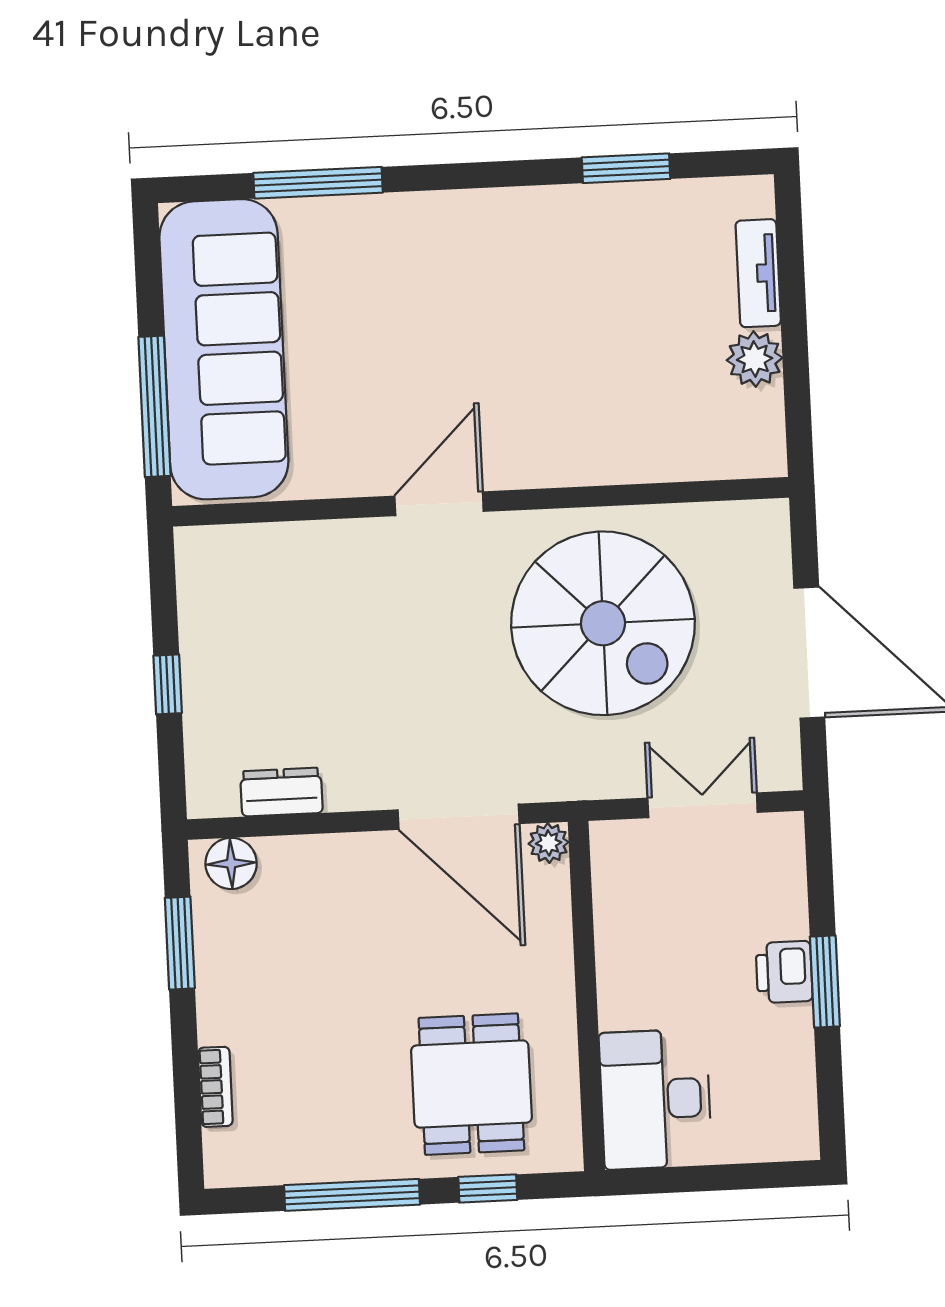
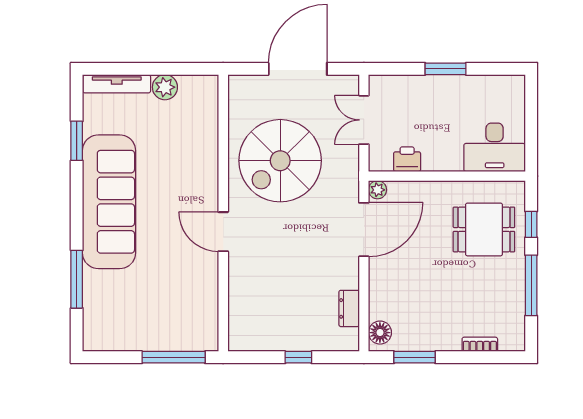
tv unit: (758, 273) -> (117, 84), width x1.41
sofa: (224, 349) -> (109, 202), moved, turned 90
spiral stairs: (603, 623) -> (280, 161), turned 180
printer: (784, 972) -> (407, 159), moved, turned 180

